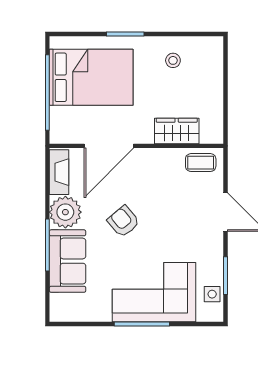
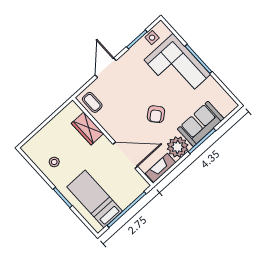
bed: (91, 77) -> (95, 199), width x0.67

